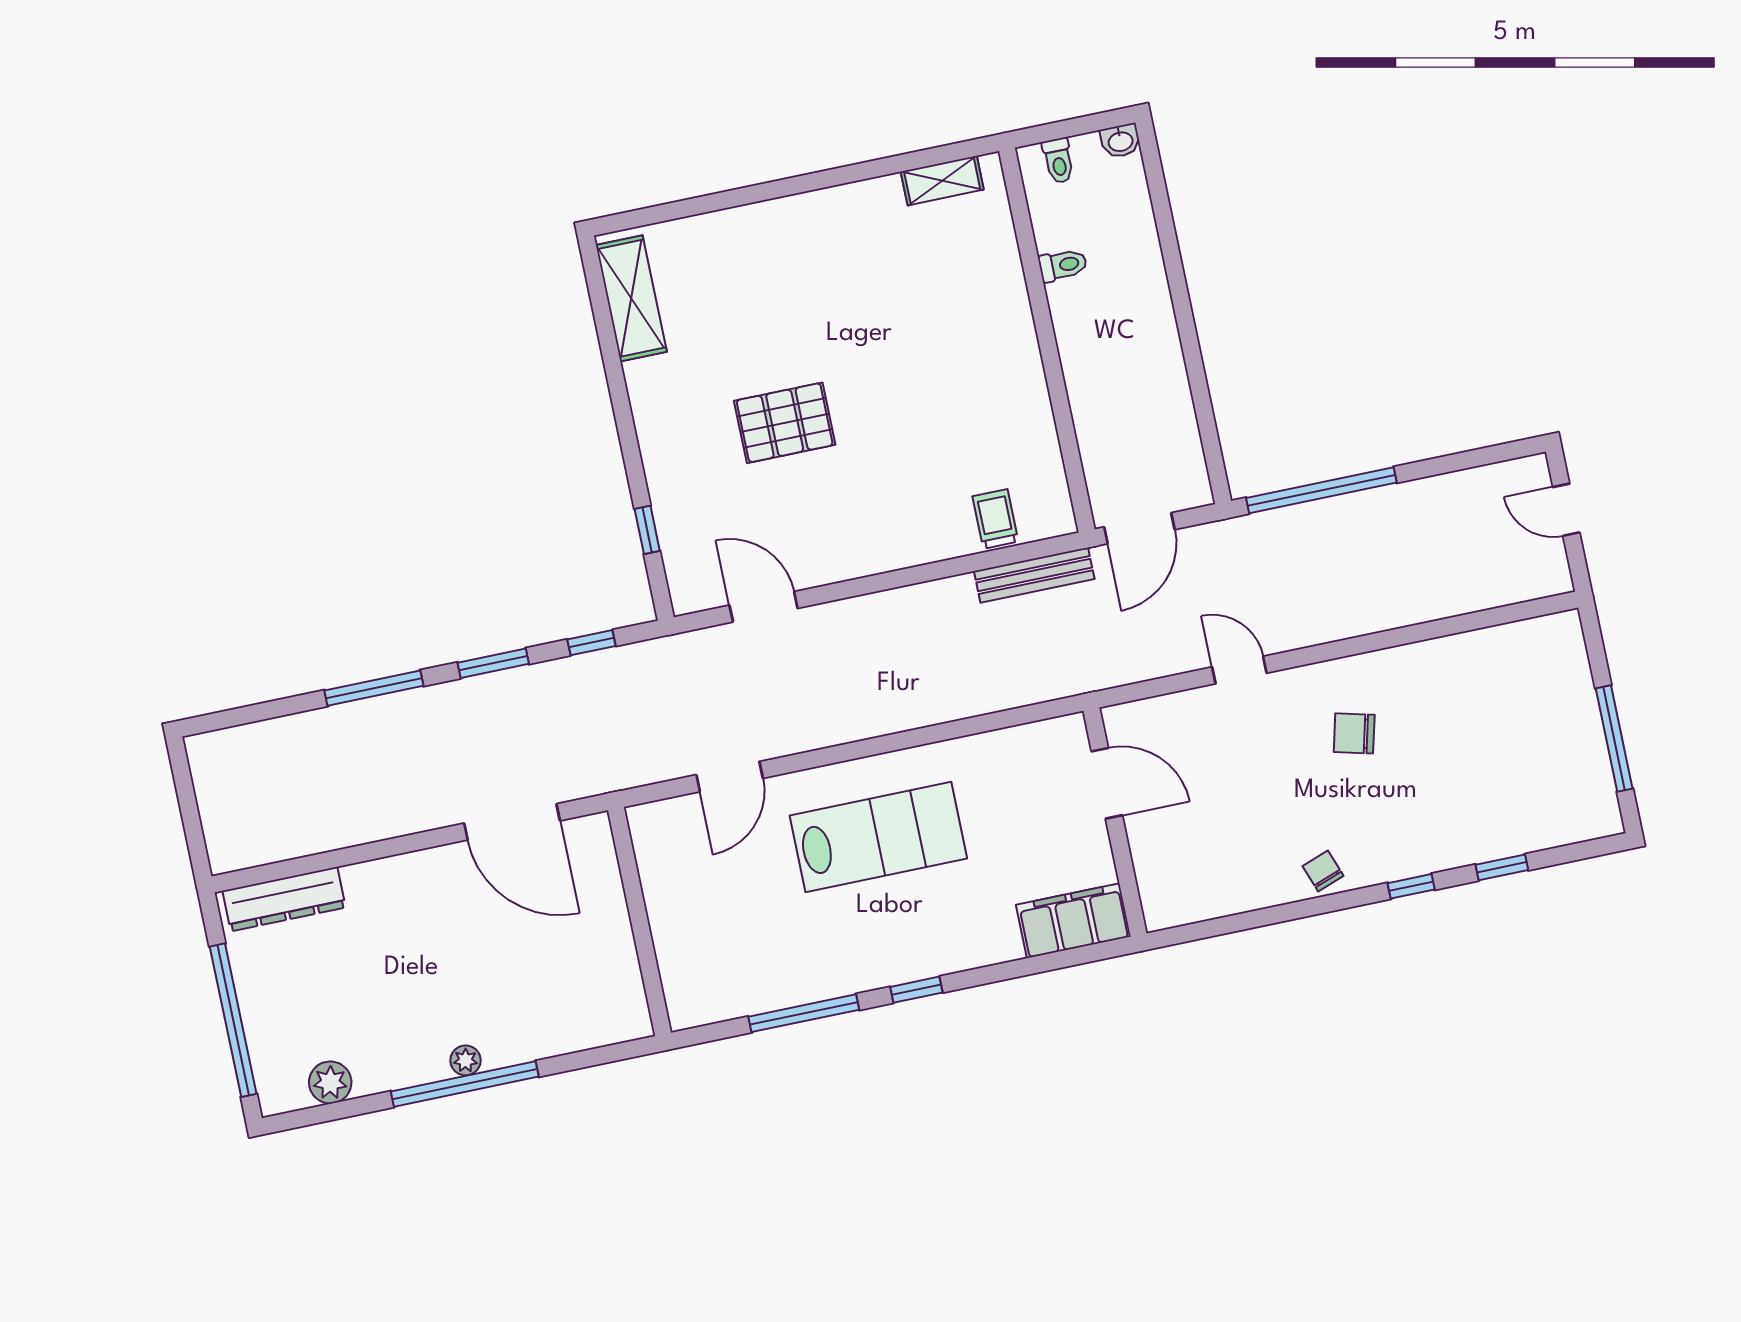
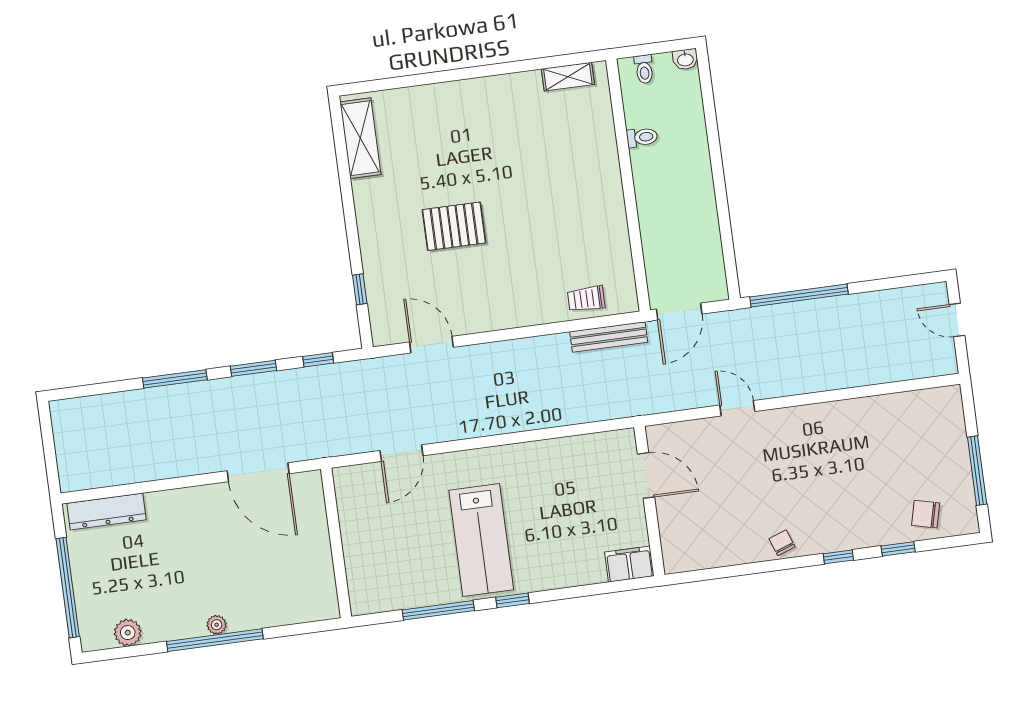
trolley: (995, 519) -> (586, 299), turned -90
chair: (1354, 733) -> (926, 514), moved
lab bench: (878, 837) -> (481, 540), moved, turned 90
filing cabinet: (1073, 921) -> (629, 564), width x0.67, depth x0.86

